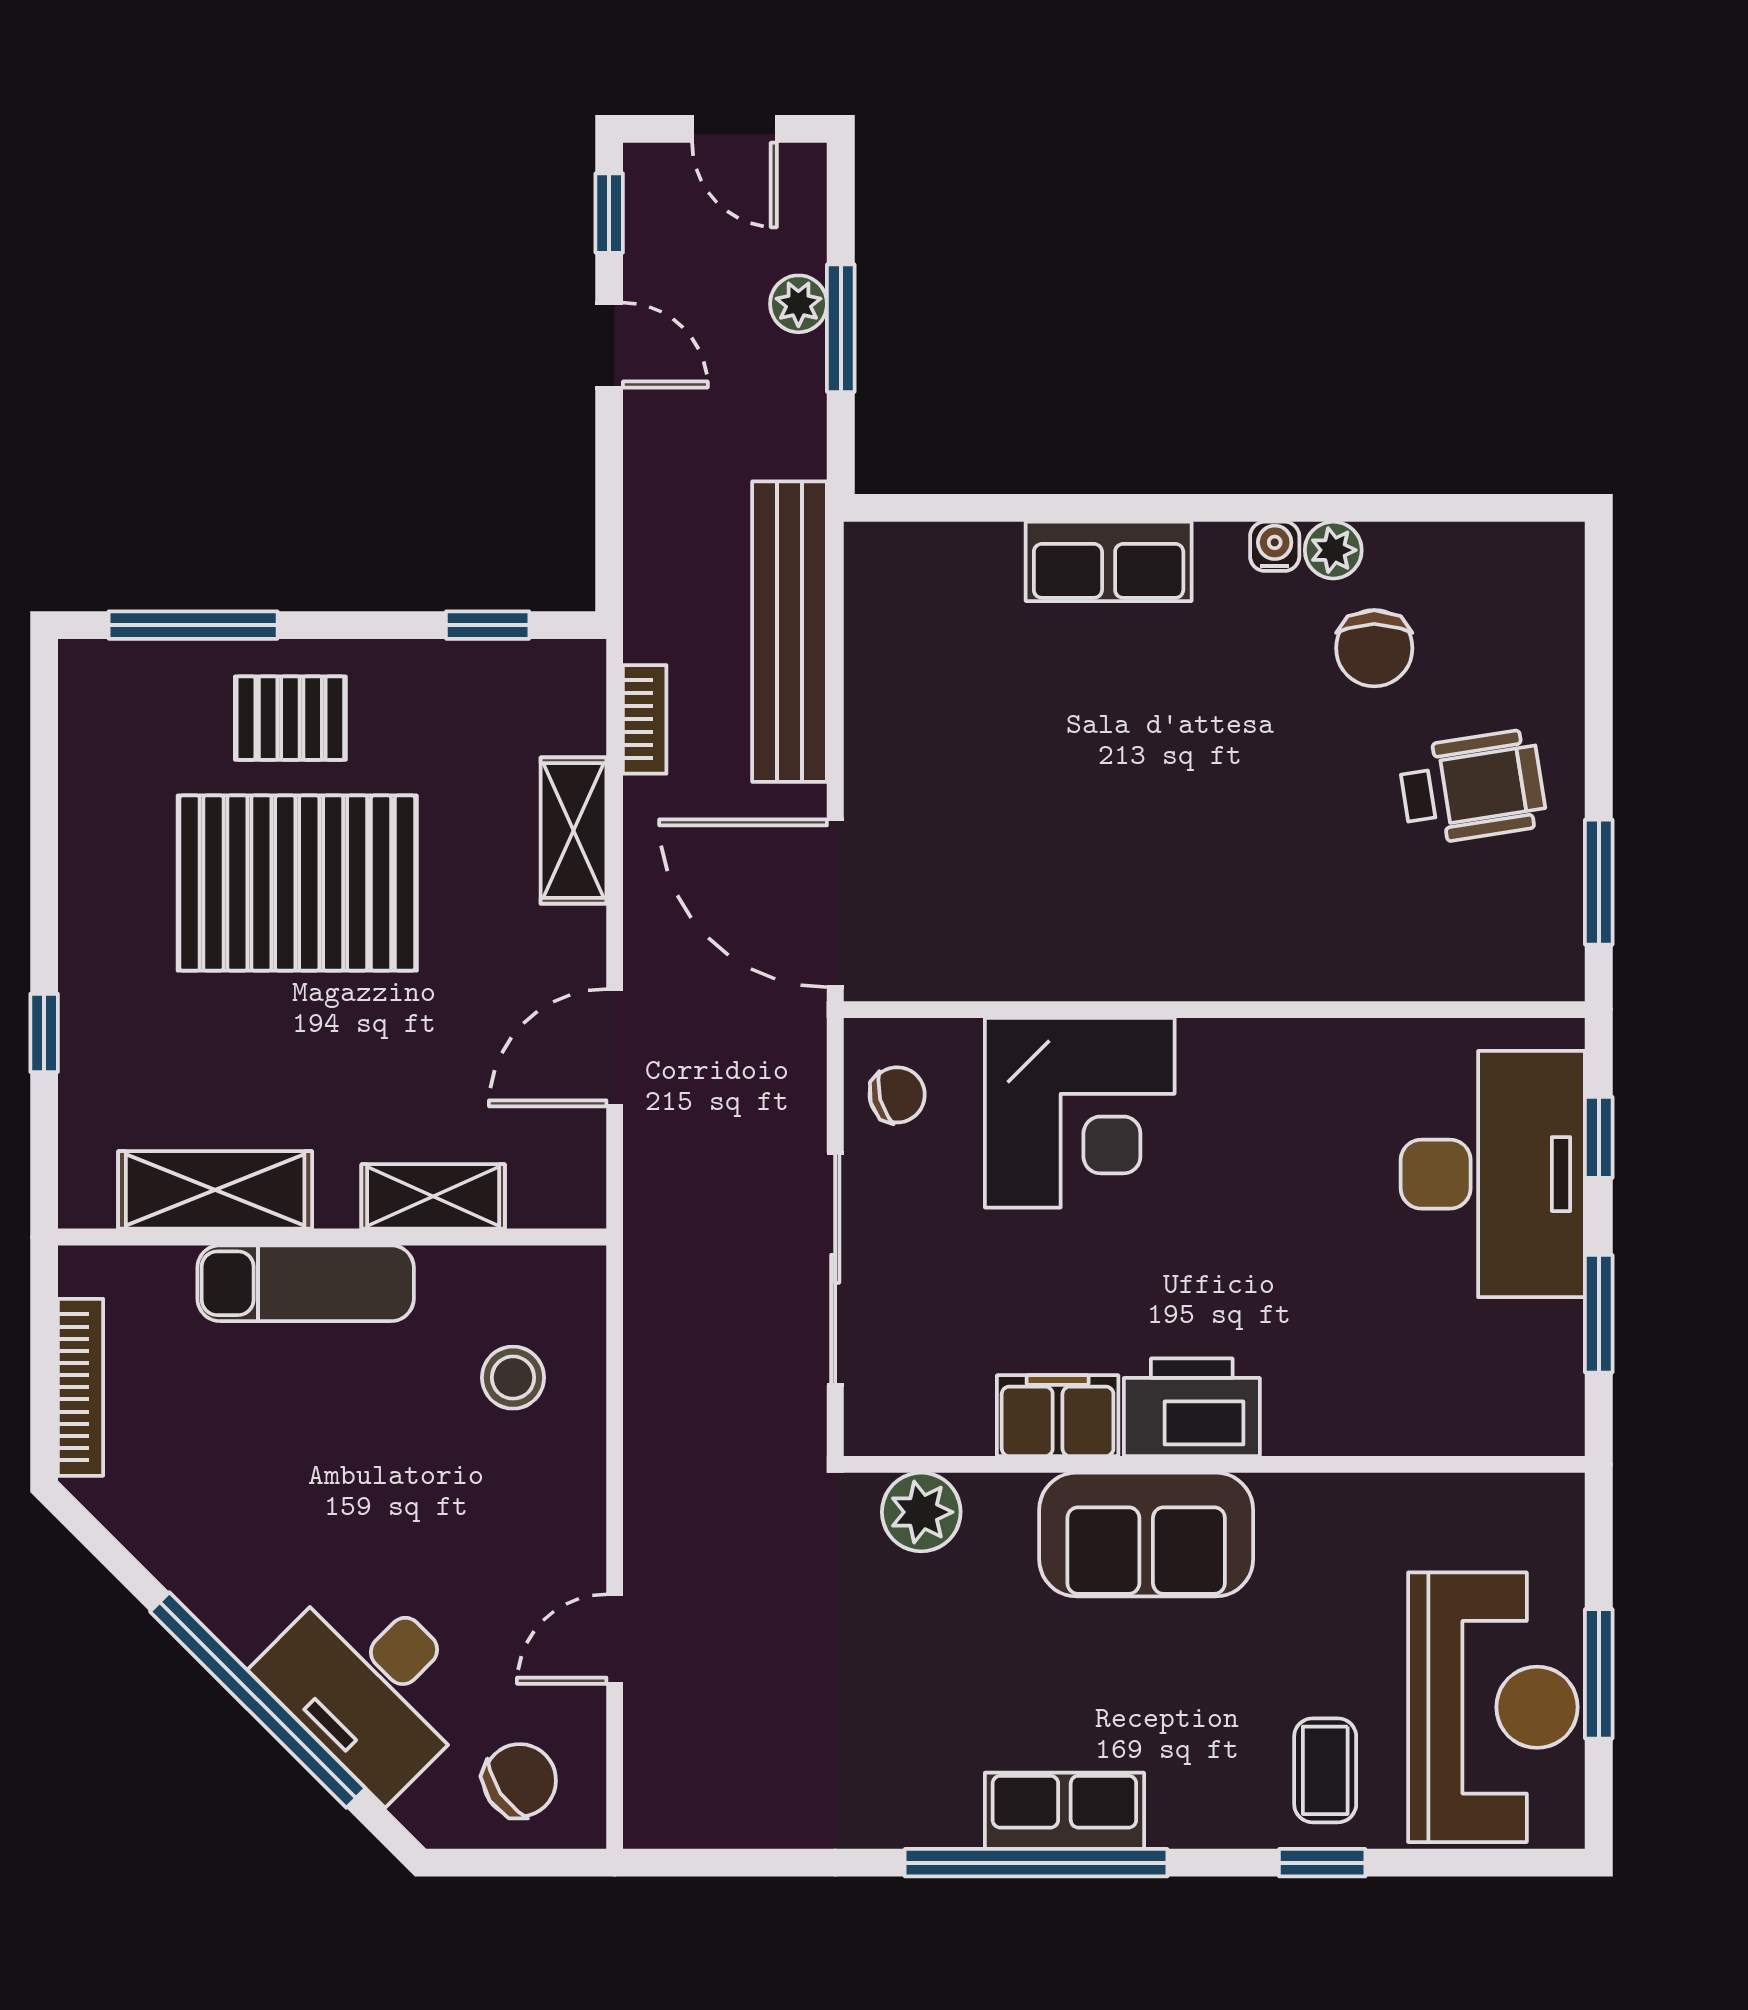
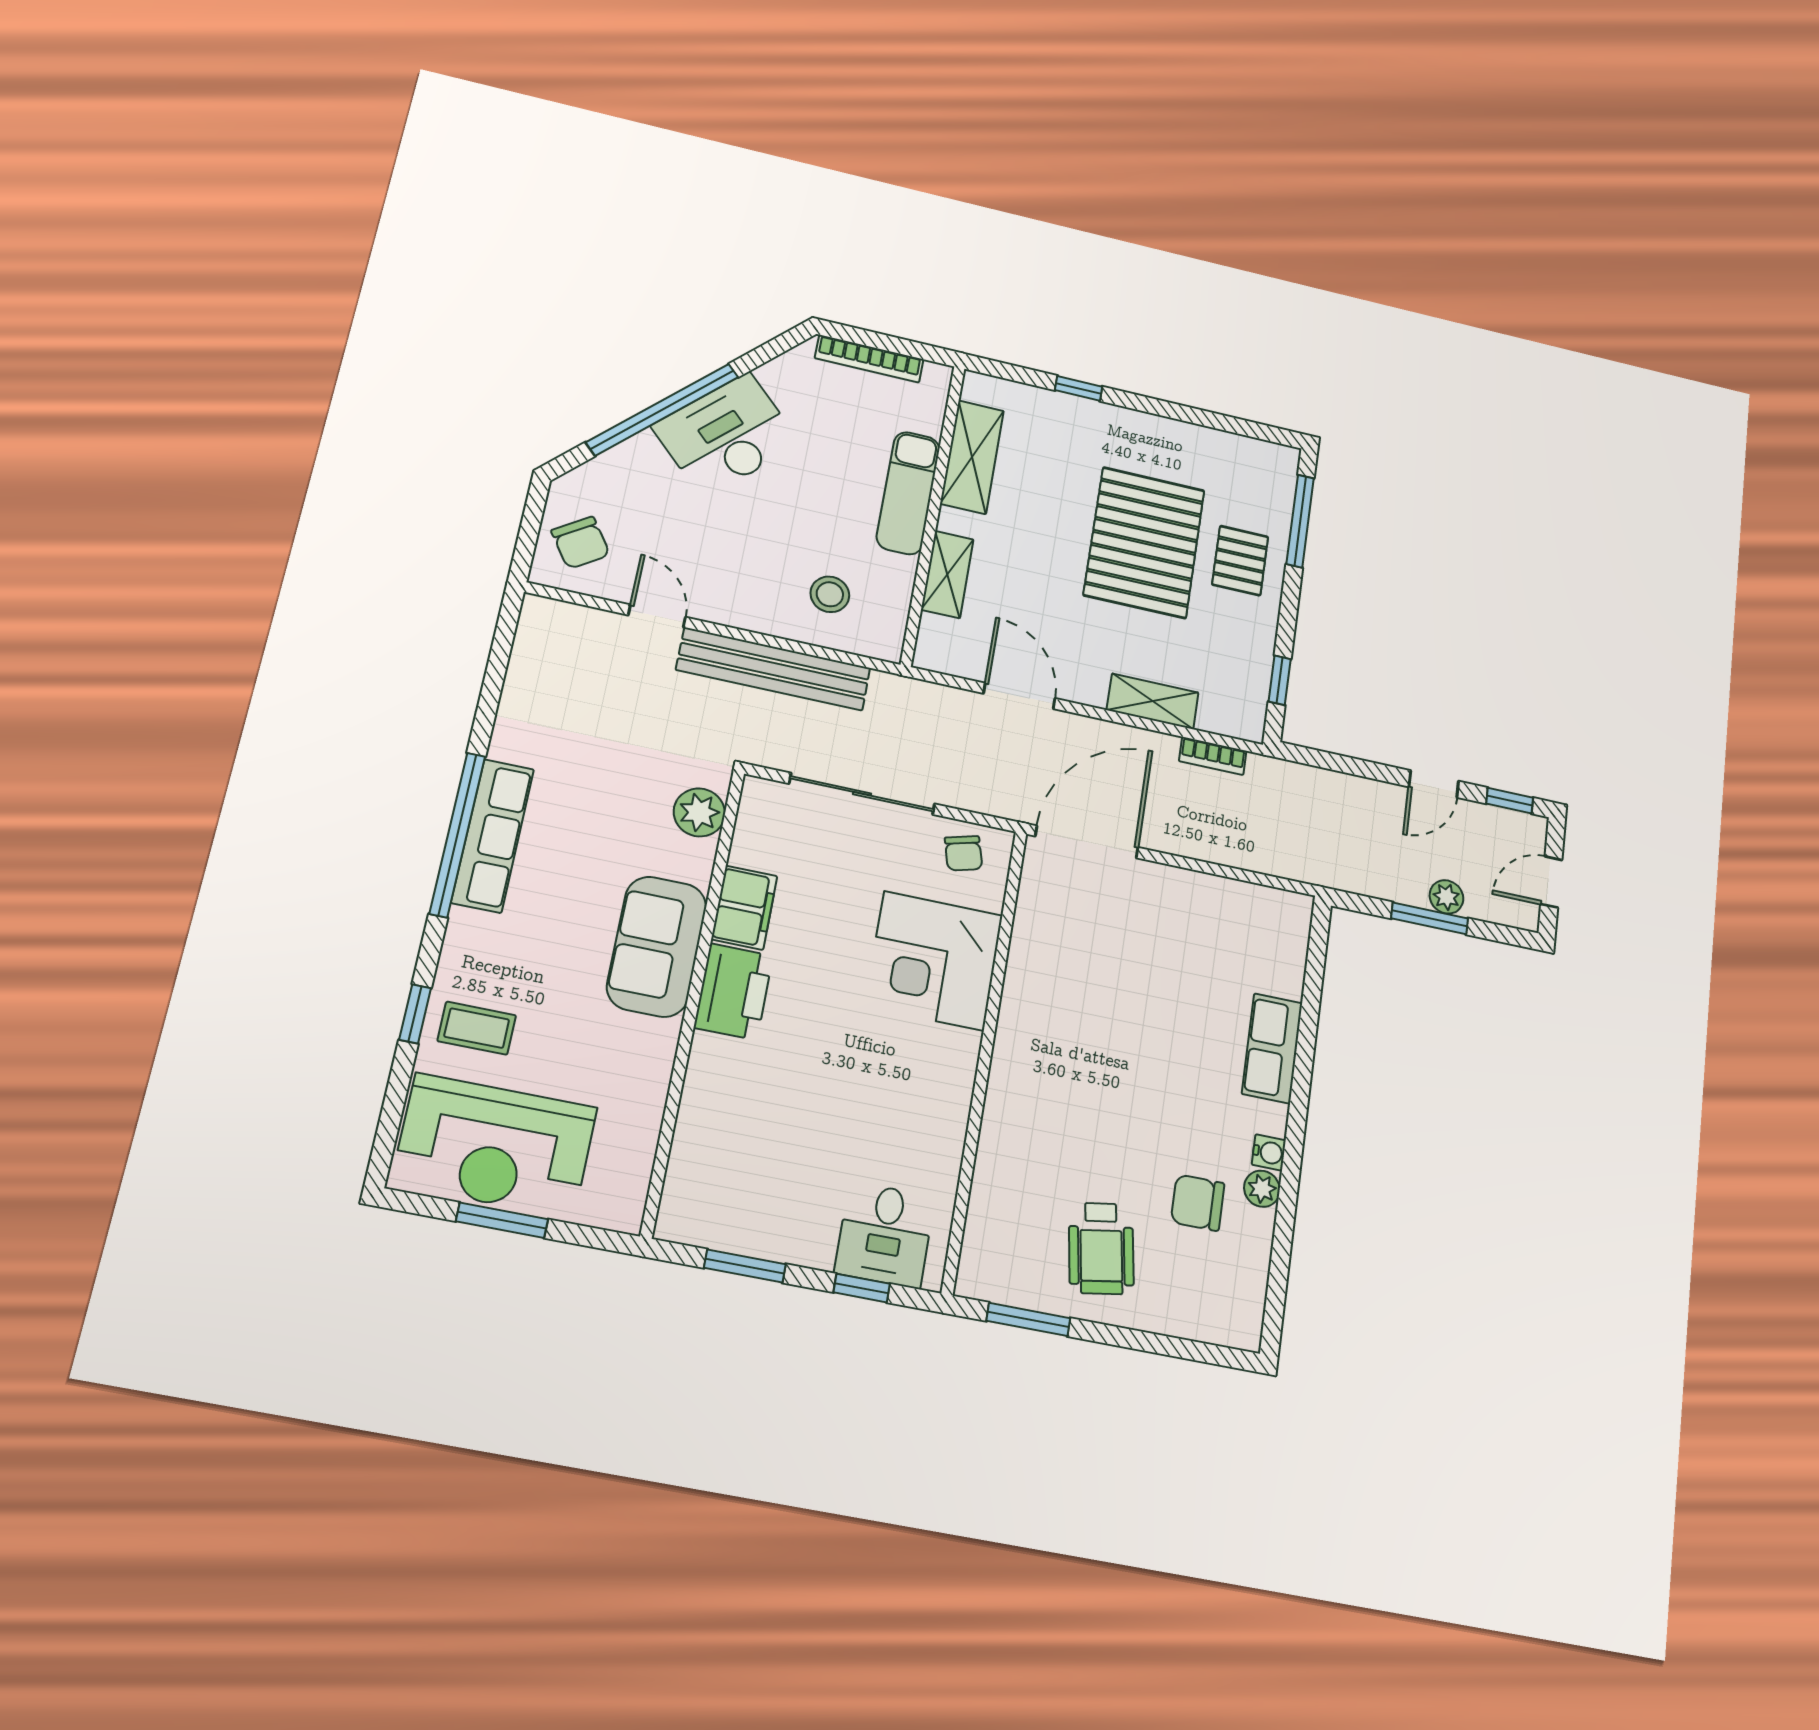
bench: (790, 632) -> (773, 669), moved
desk: (1493, 1174) -> (885, 1235), width x0.53, depth x0.77
desk: (370, 1685) -> (726, 435), moved
row of seats: (1064, 1811) -> (493, 836), width x1.48

